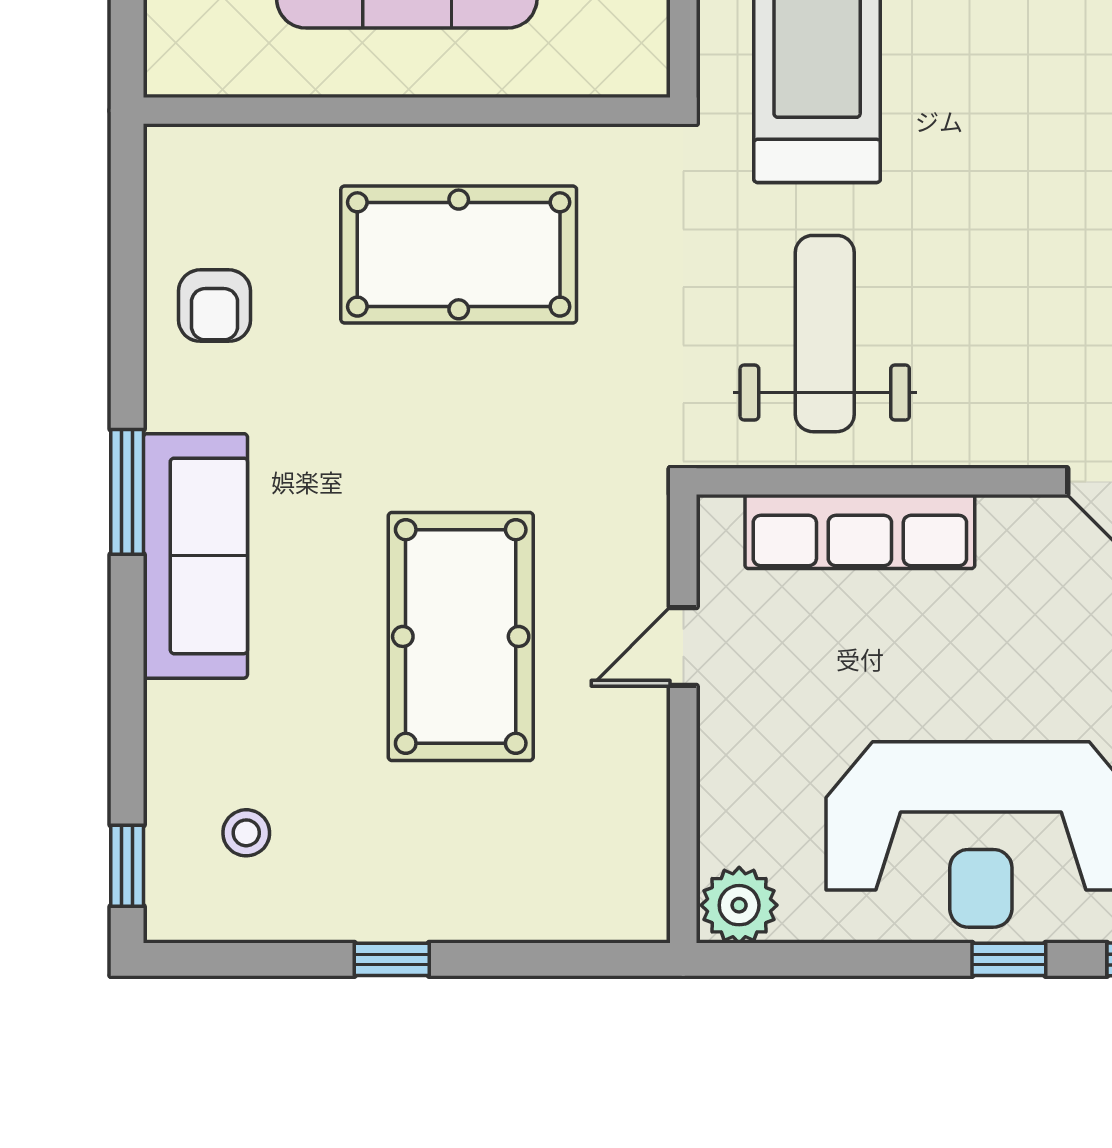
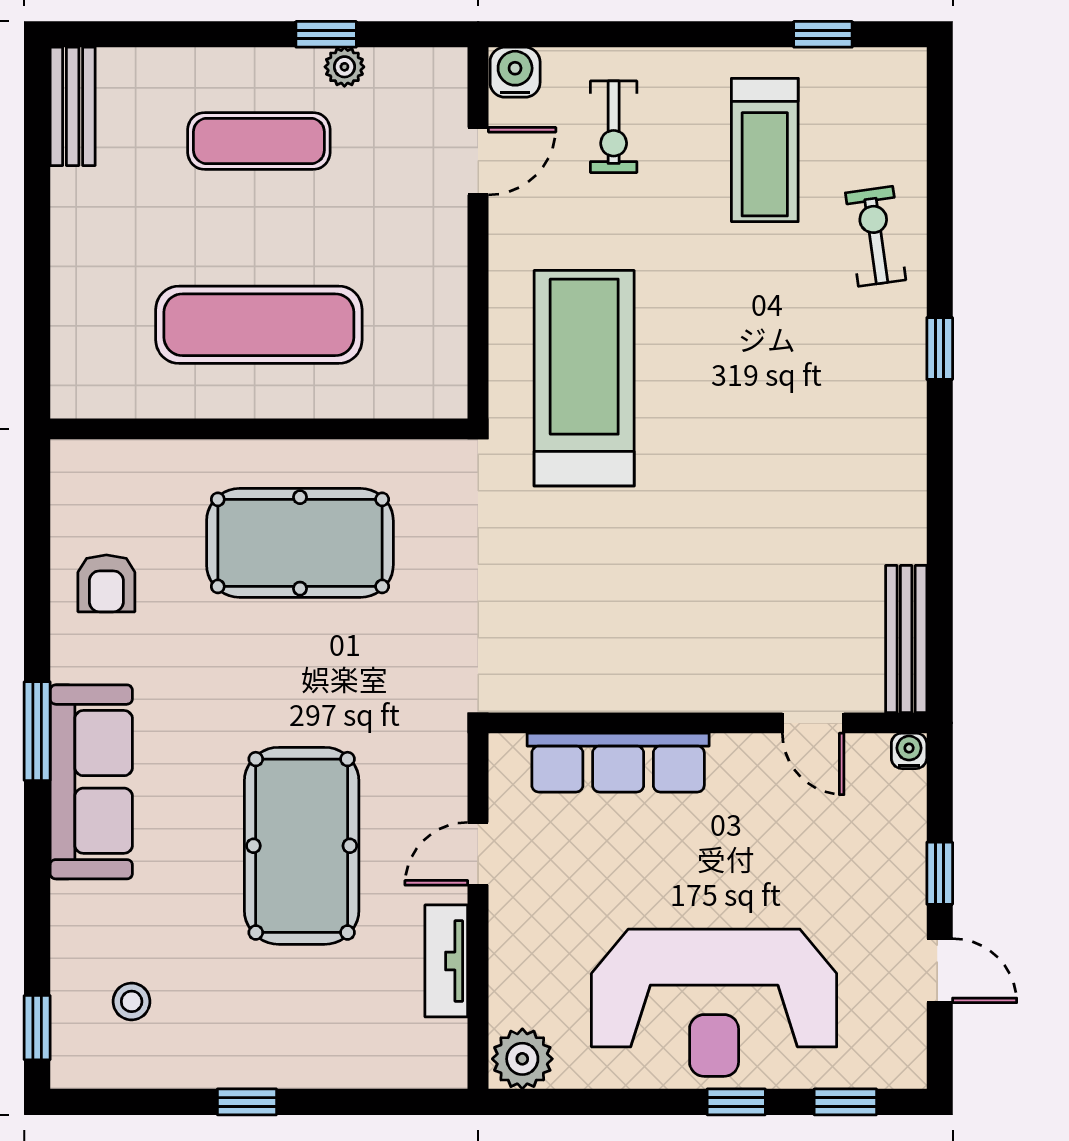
weight bench: (825, 334) -> (590, 606), removed
tv unit: (643, 782) -> (446, 961), added

